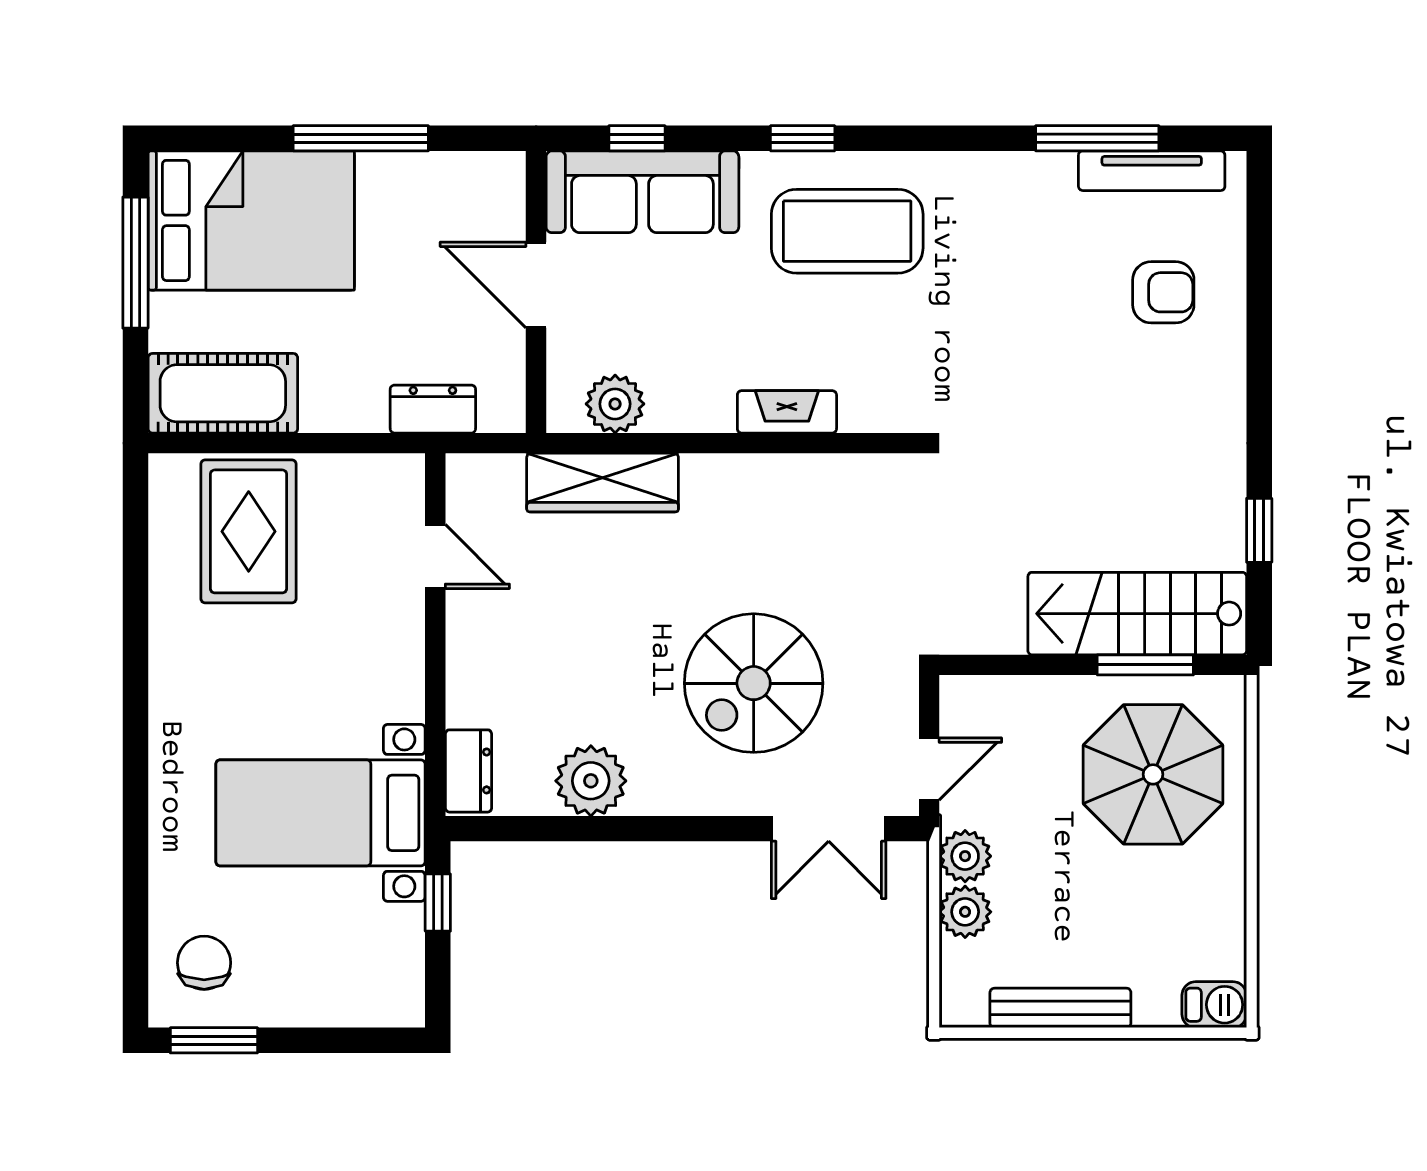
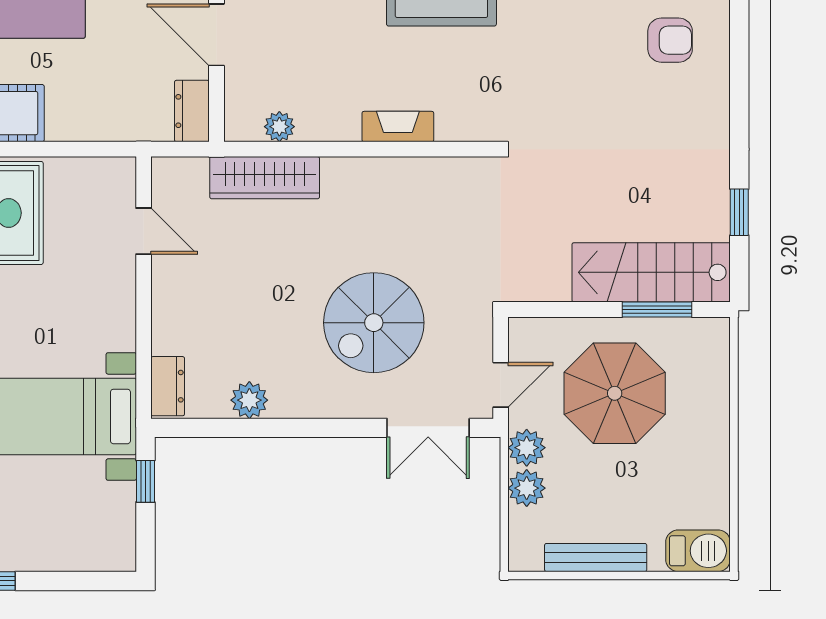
plant: (615, 404) -> (279, 127), width x0.73, depth x0.73
dresser: (433, 409) -> (192, 111), moved, turned -90
parasol: (1153, 774) -> (615, 393), moved
plant: (591, 781) -> (249, 400), width x0.73, depth x0.73
barbecue: (1214, 1005) -> (698, 551), width x1.38, depth x1.27

